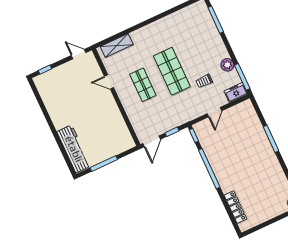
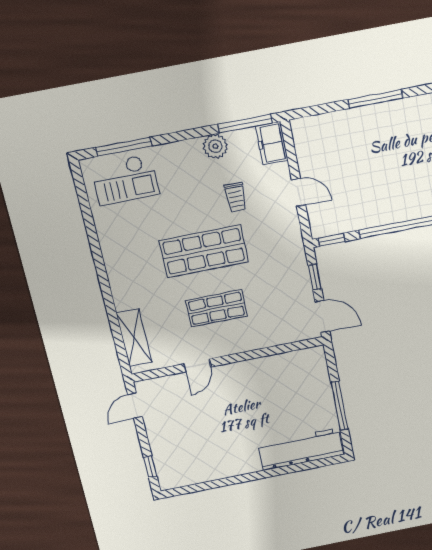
checkout: (199, 24) -> (125, 180), added

